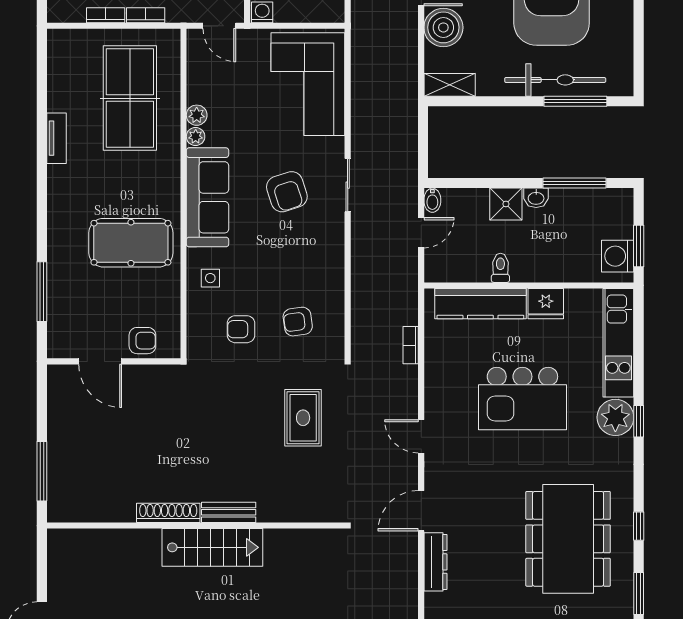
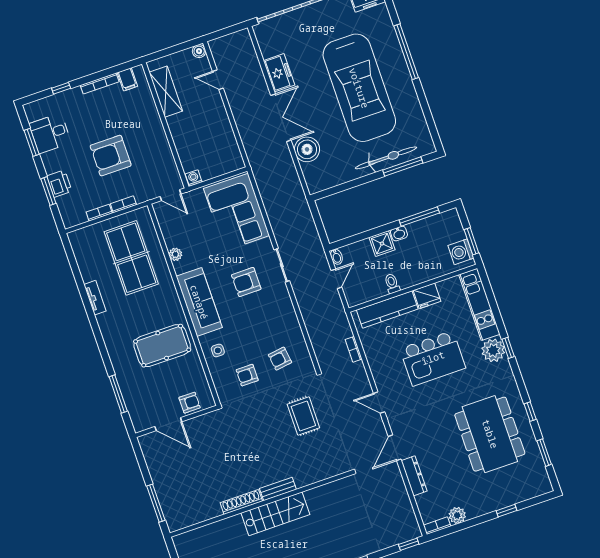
shelving: (450, 85) -> (323, 183), removed
plant: (196, 137) -> (179, 268), removed
armchair: (287, 192) -> (246, 282), turned 108

